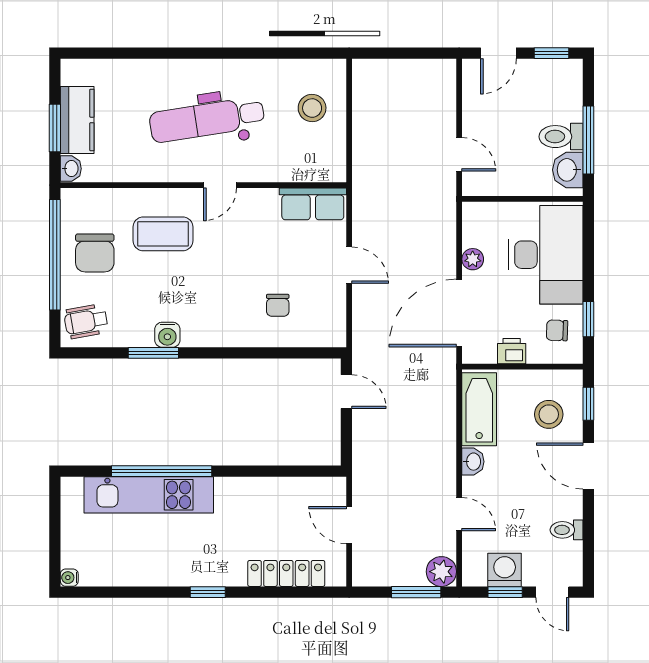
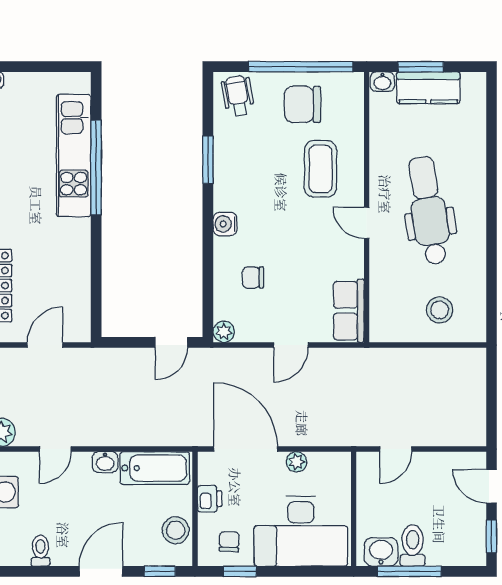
water cooler: (167, 335) -> (225, 224), moved
plant: (335, 336) -> (224, 332), added
stool: (549, 414) -> (176, 530), moved

